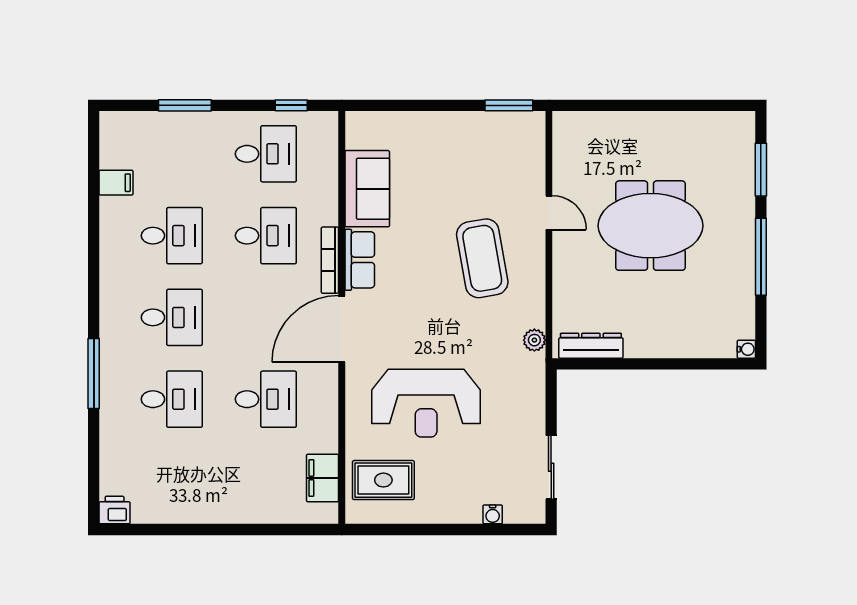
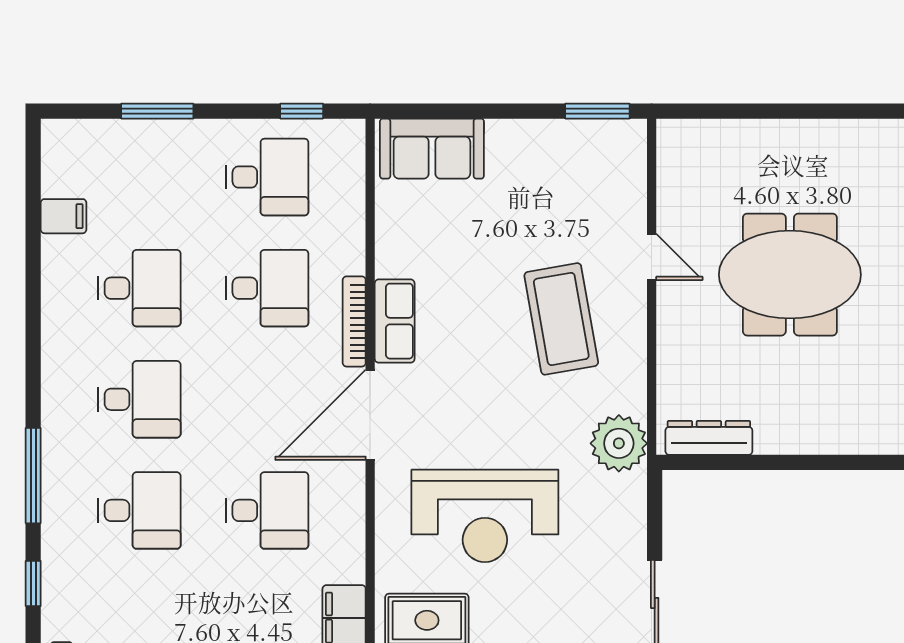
sofa: (367, 189) -> (432, 149), moved, turned 90
plant: (534, 340) -> (619, 443), width x1.87, depth x1.87
window: (94, 453) -> (33, 584), added

